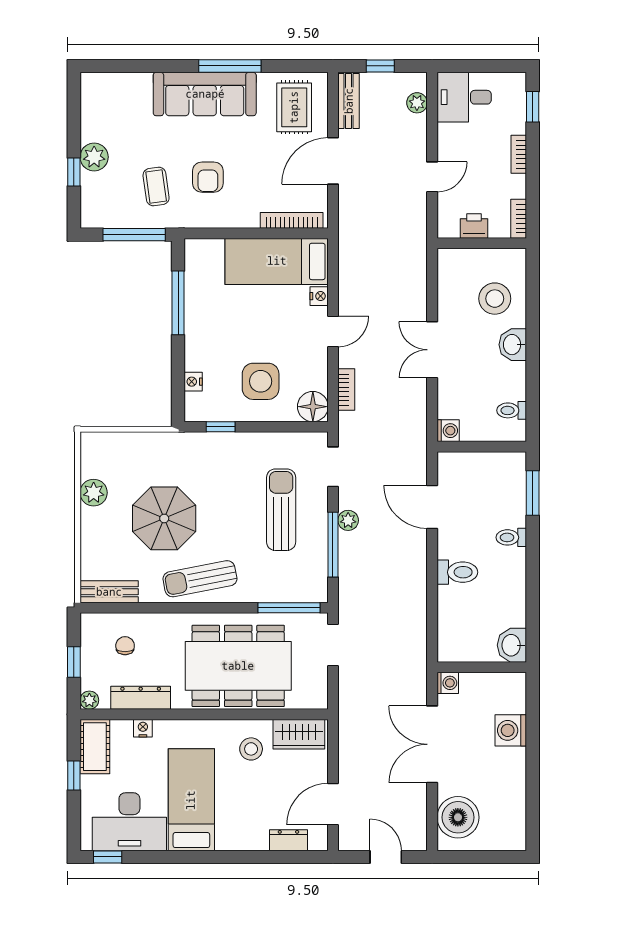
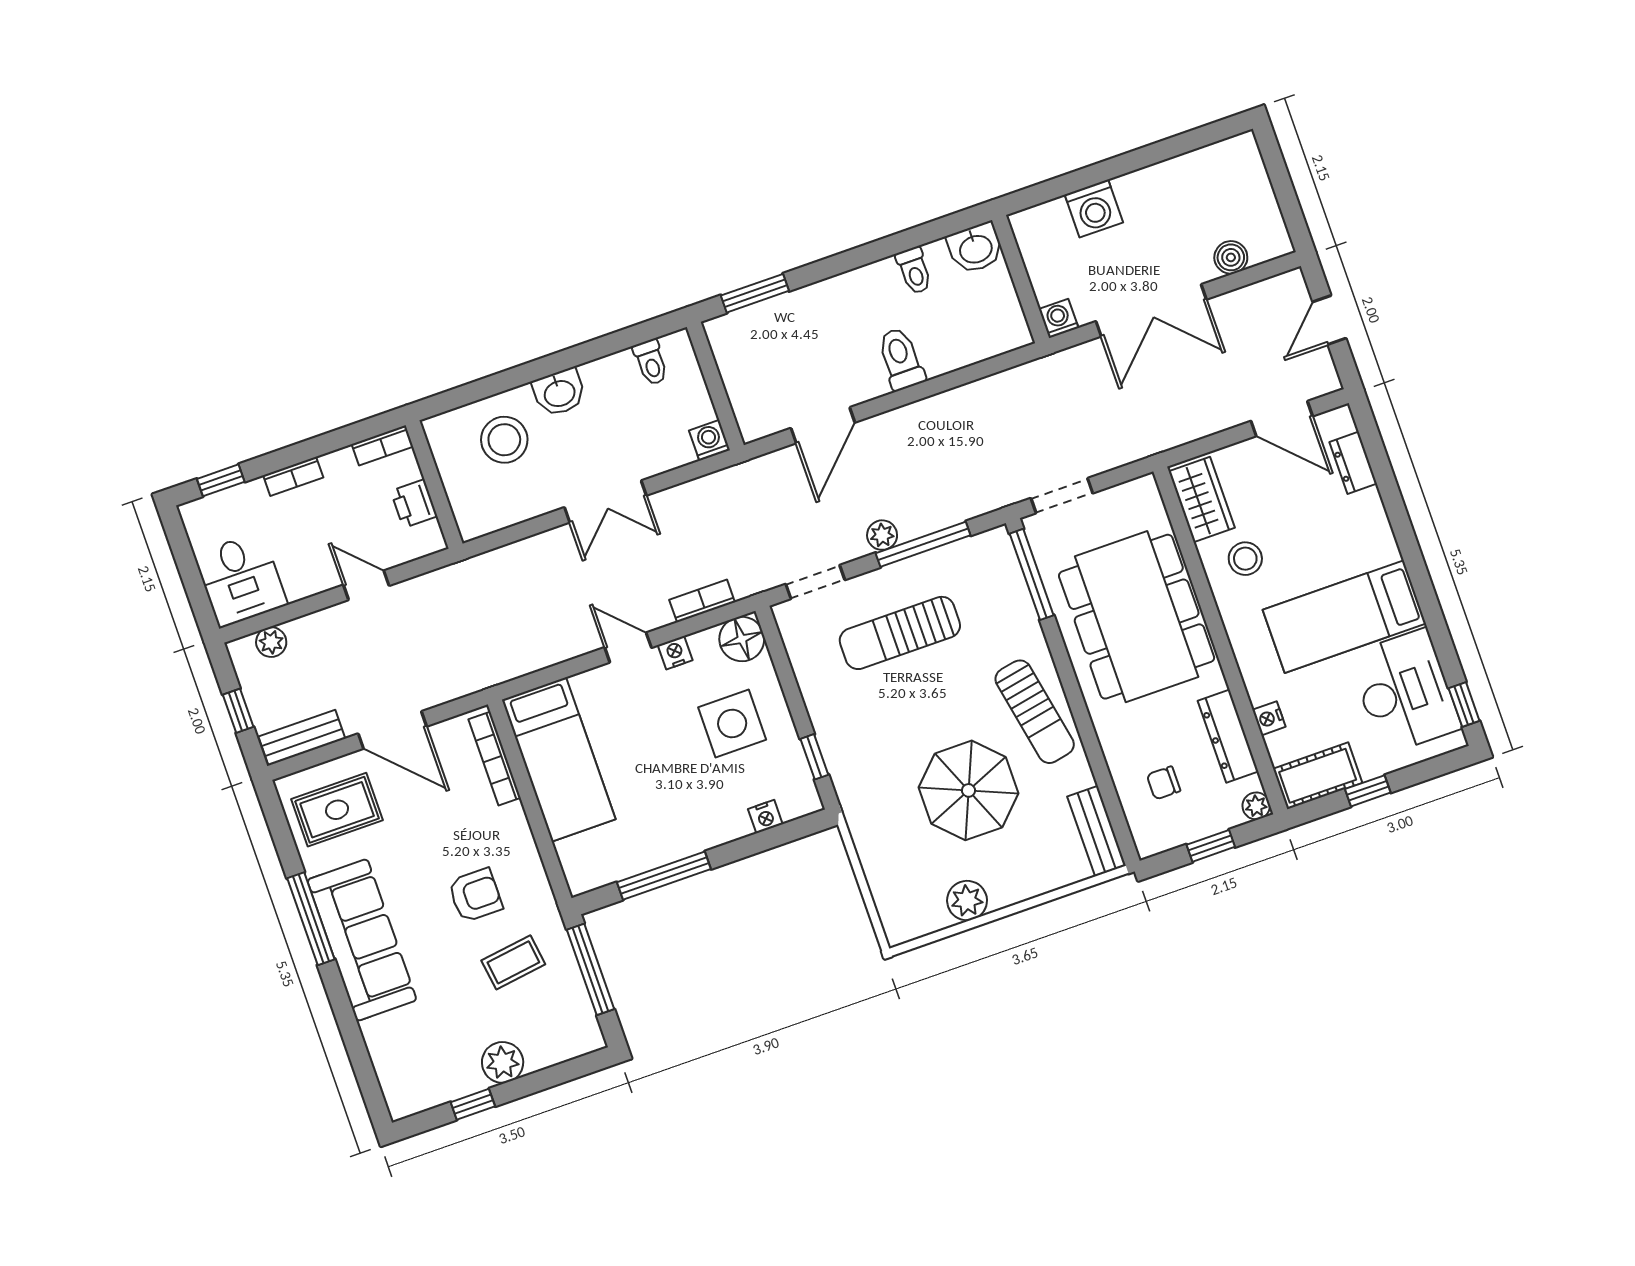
window: (74, 172) -> (473, 1104), moved
nightstand: (319, 296) -> (675, 653), moved
toilet: (511, 537) -> (914, 271), moved
boiler: (458, 817) -> (1231, 257), width x0.54, depth x0.54

